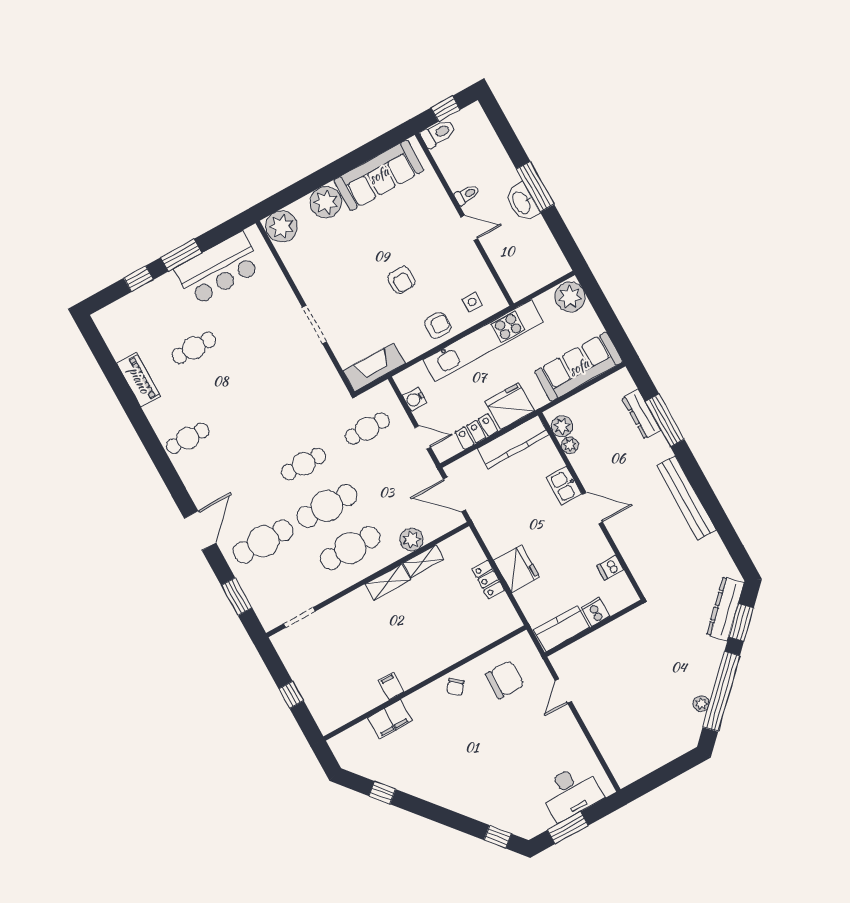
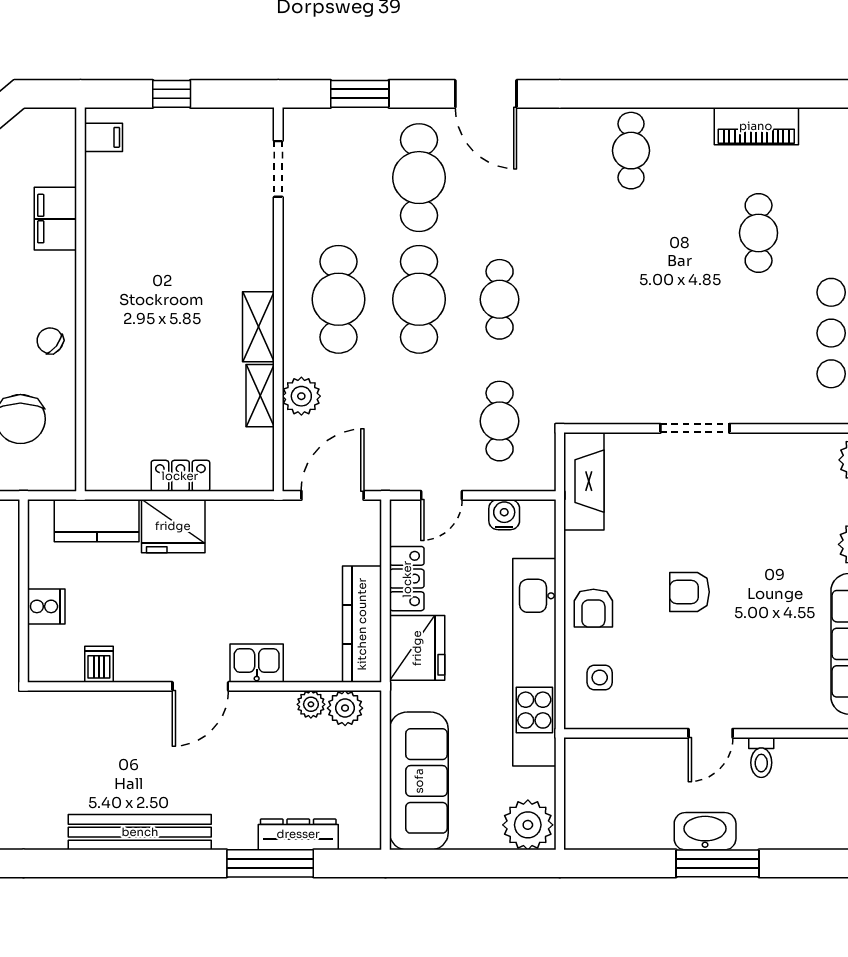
kitchen counter: (562, 629) -> (97, 521), moved, turned 90
filing cabinet: (391, 686) -> (103, 137), moved

